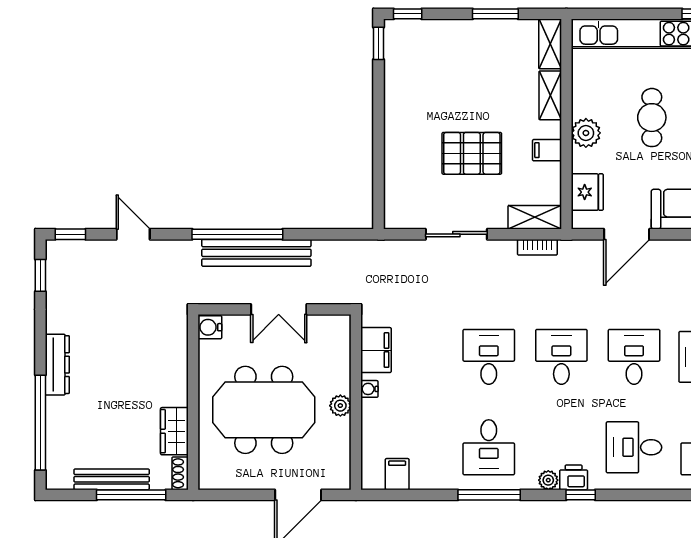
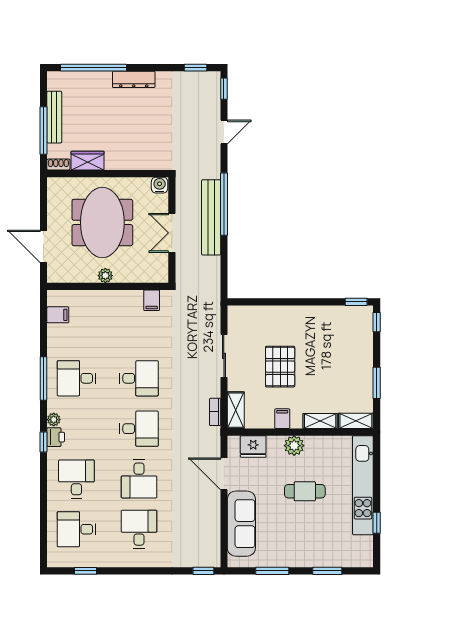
filing cabinet: (376, 350) -> (152, 300), width x0.50
desk: (634, 357) -> (139, 479), turned 90
water cooler: (369, 389) -> (117, 296), removed

